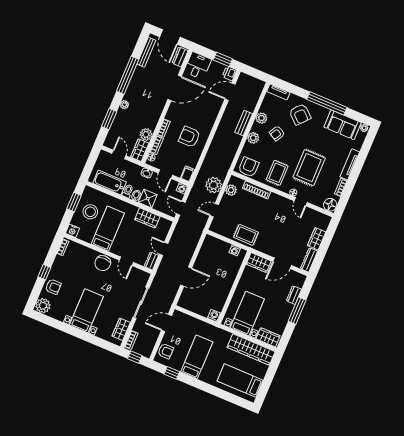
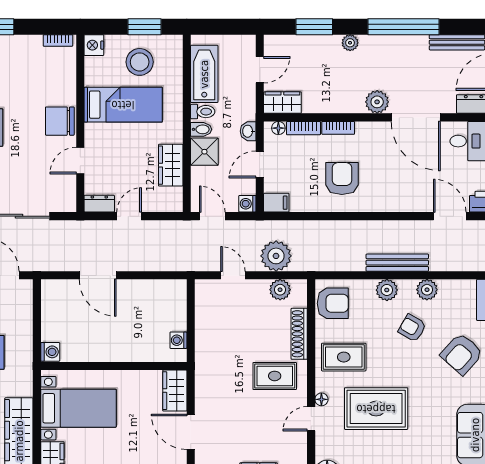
bench: (244, 123) -> (397, 263), width x1.36
plant: (146, 134) -> (377, 102), moved
door: (181, 208) -> (212, 216), hinge flipped
rug: (246, 235) -> (275, 376), moved, turned 90

